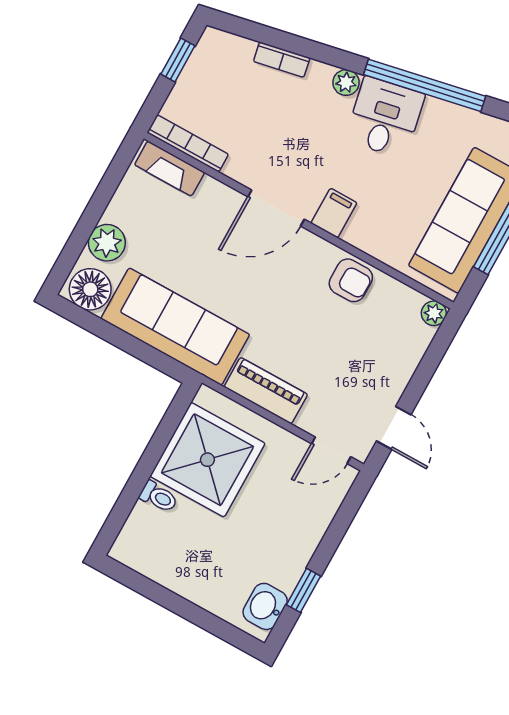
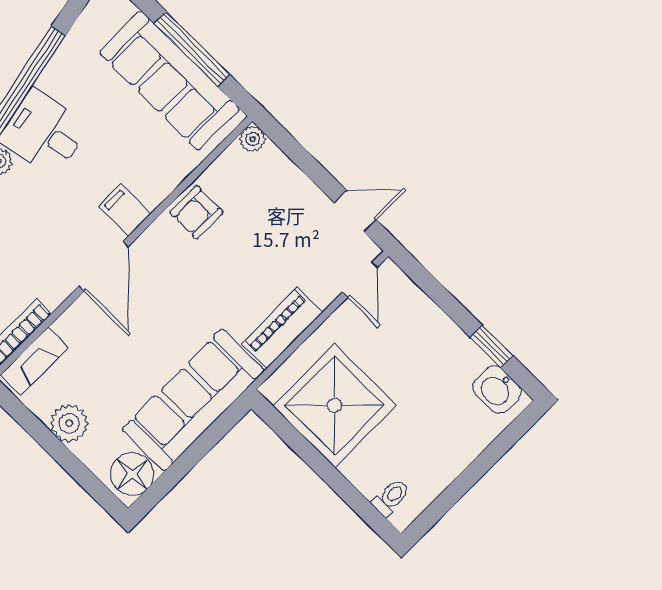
plant: (107, 243) -> (69, 423), moved
armchair: (351, 280) -> (197, 212), turned 180
toilet: (159, 497) -> (391, 497), moved

